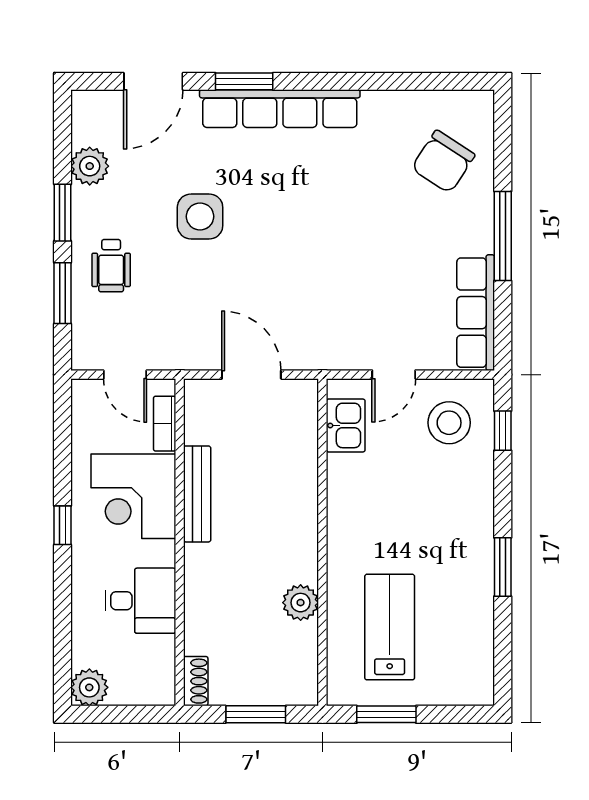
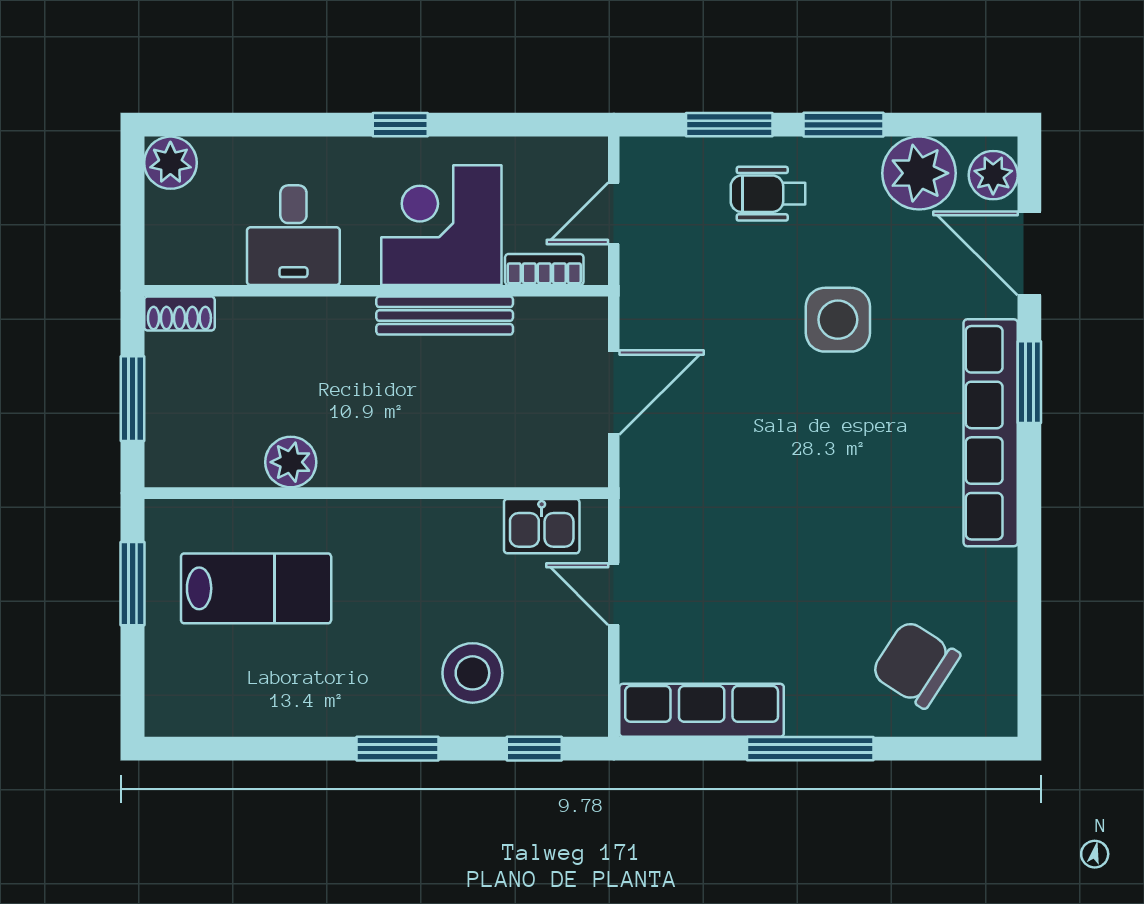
plant: (98, 107) -> (993, 175), added
plant: (90, 166) -> (919, 173), width x1.36, depth x1.36
stool: (449, 423) -> (472, 673), moved
window: (503, 567) -> (398, 749), moved

